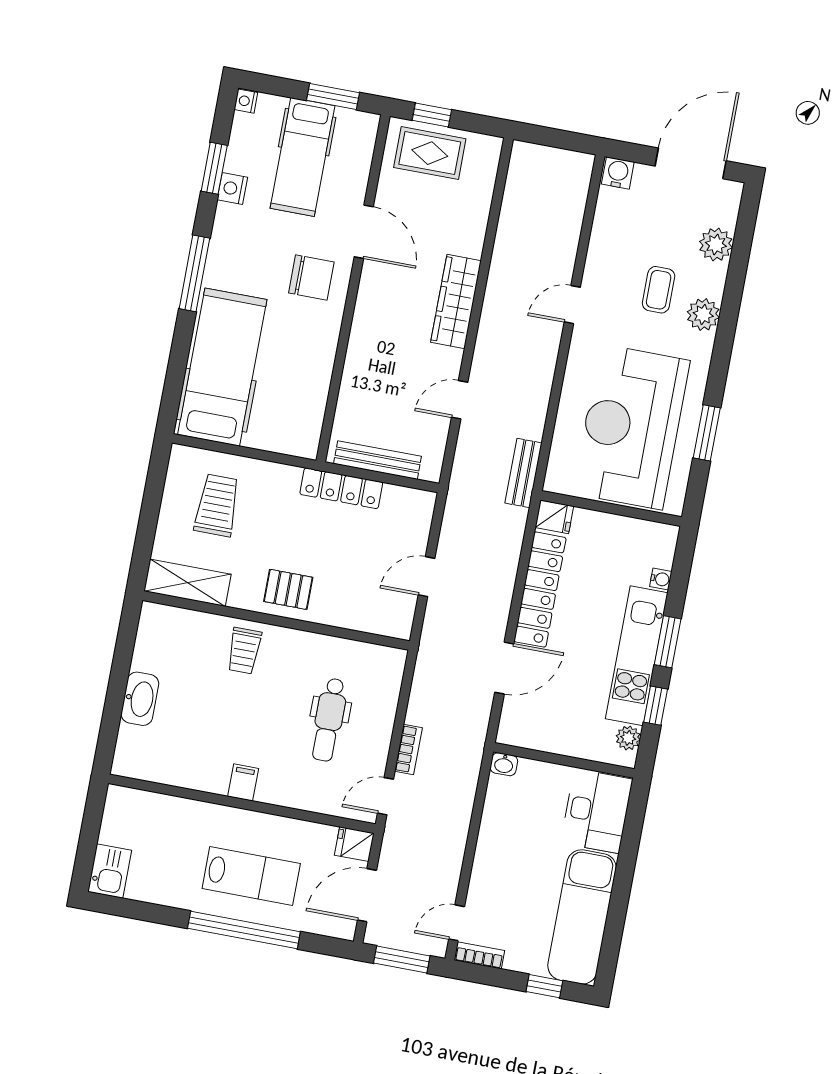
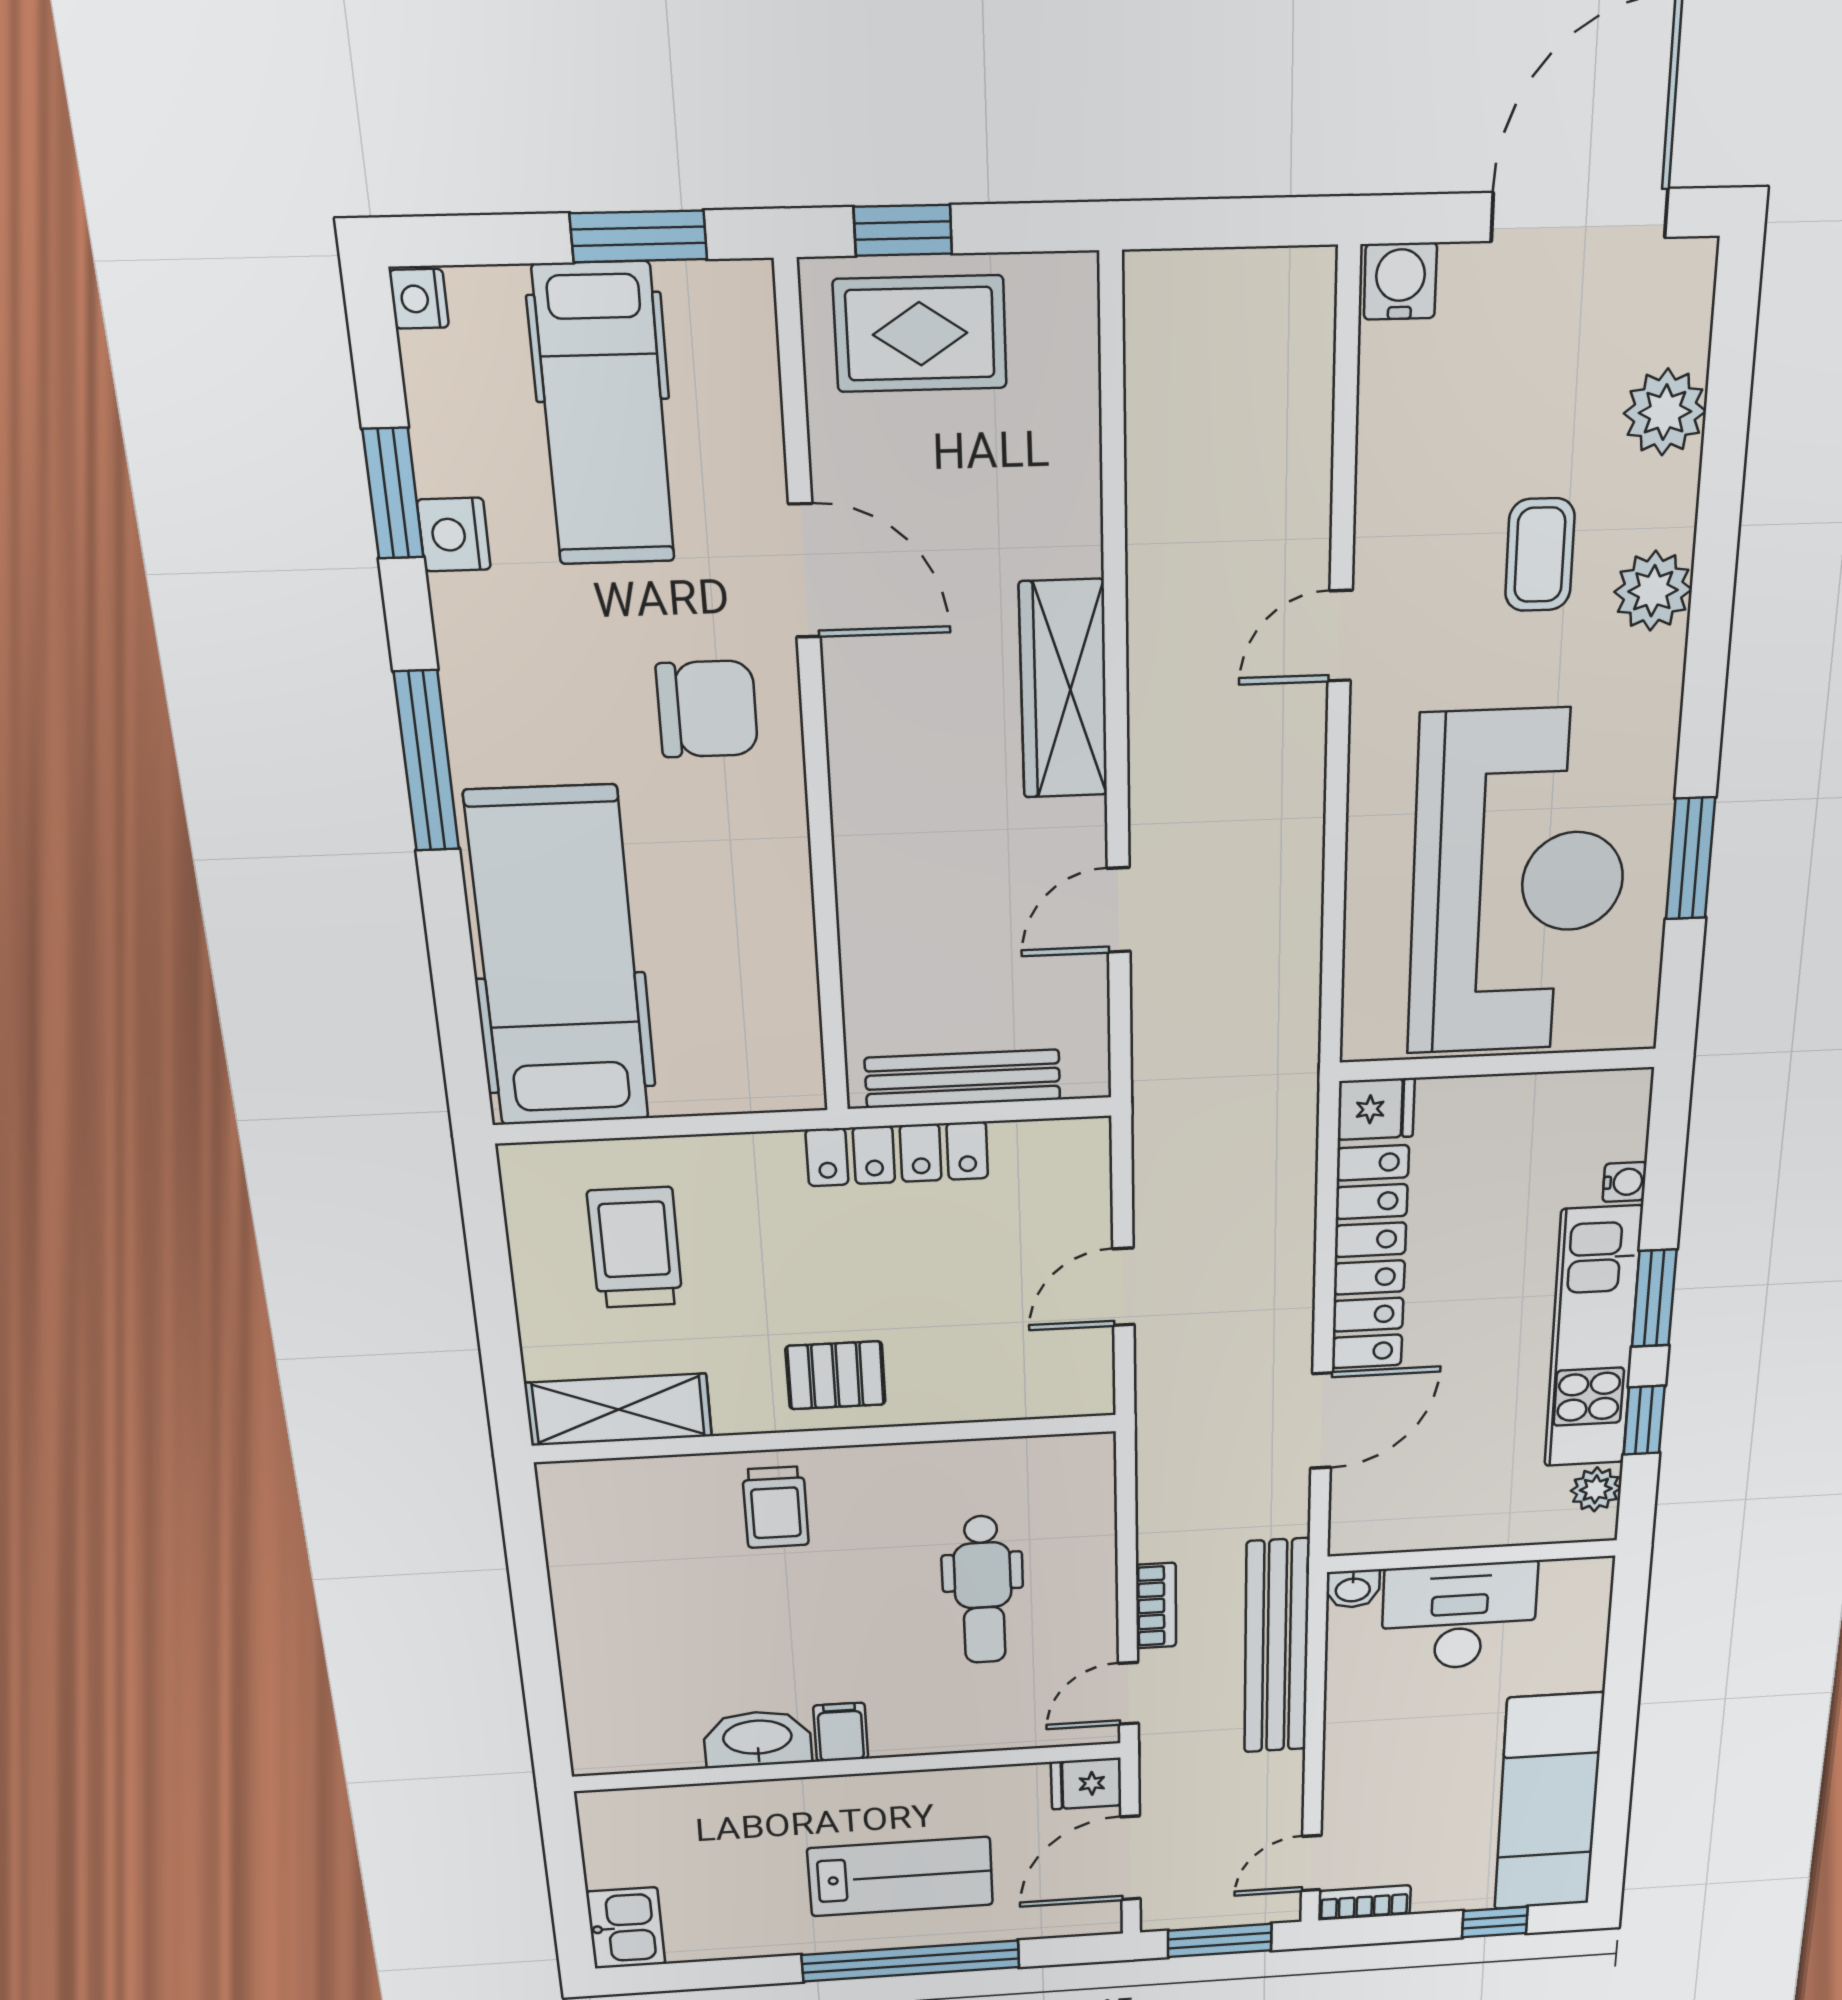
reception desk: (631, 427) -> (1518, 883), turned 180
bench: (523, 473) -> (1277, 1647), moved, width x1.86, depth x1.21
washbasin: (140, 699) -> (758, 1739), moved, turned -90
desk: (597, 811) -> (1459, 1616), moved, turned -90

